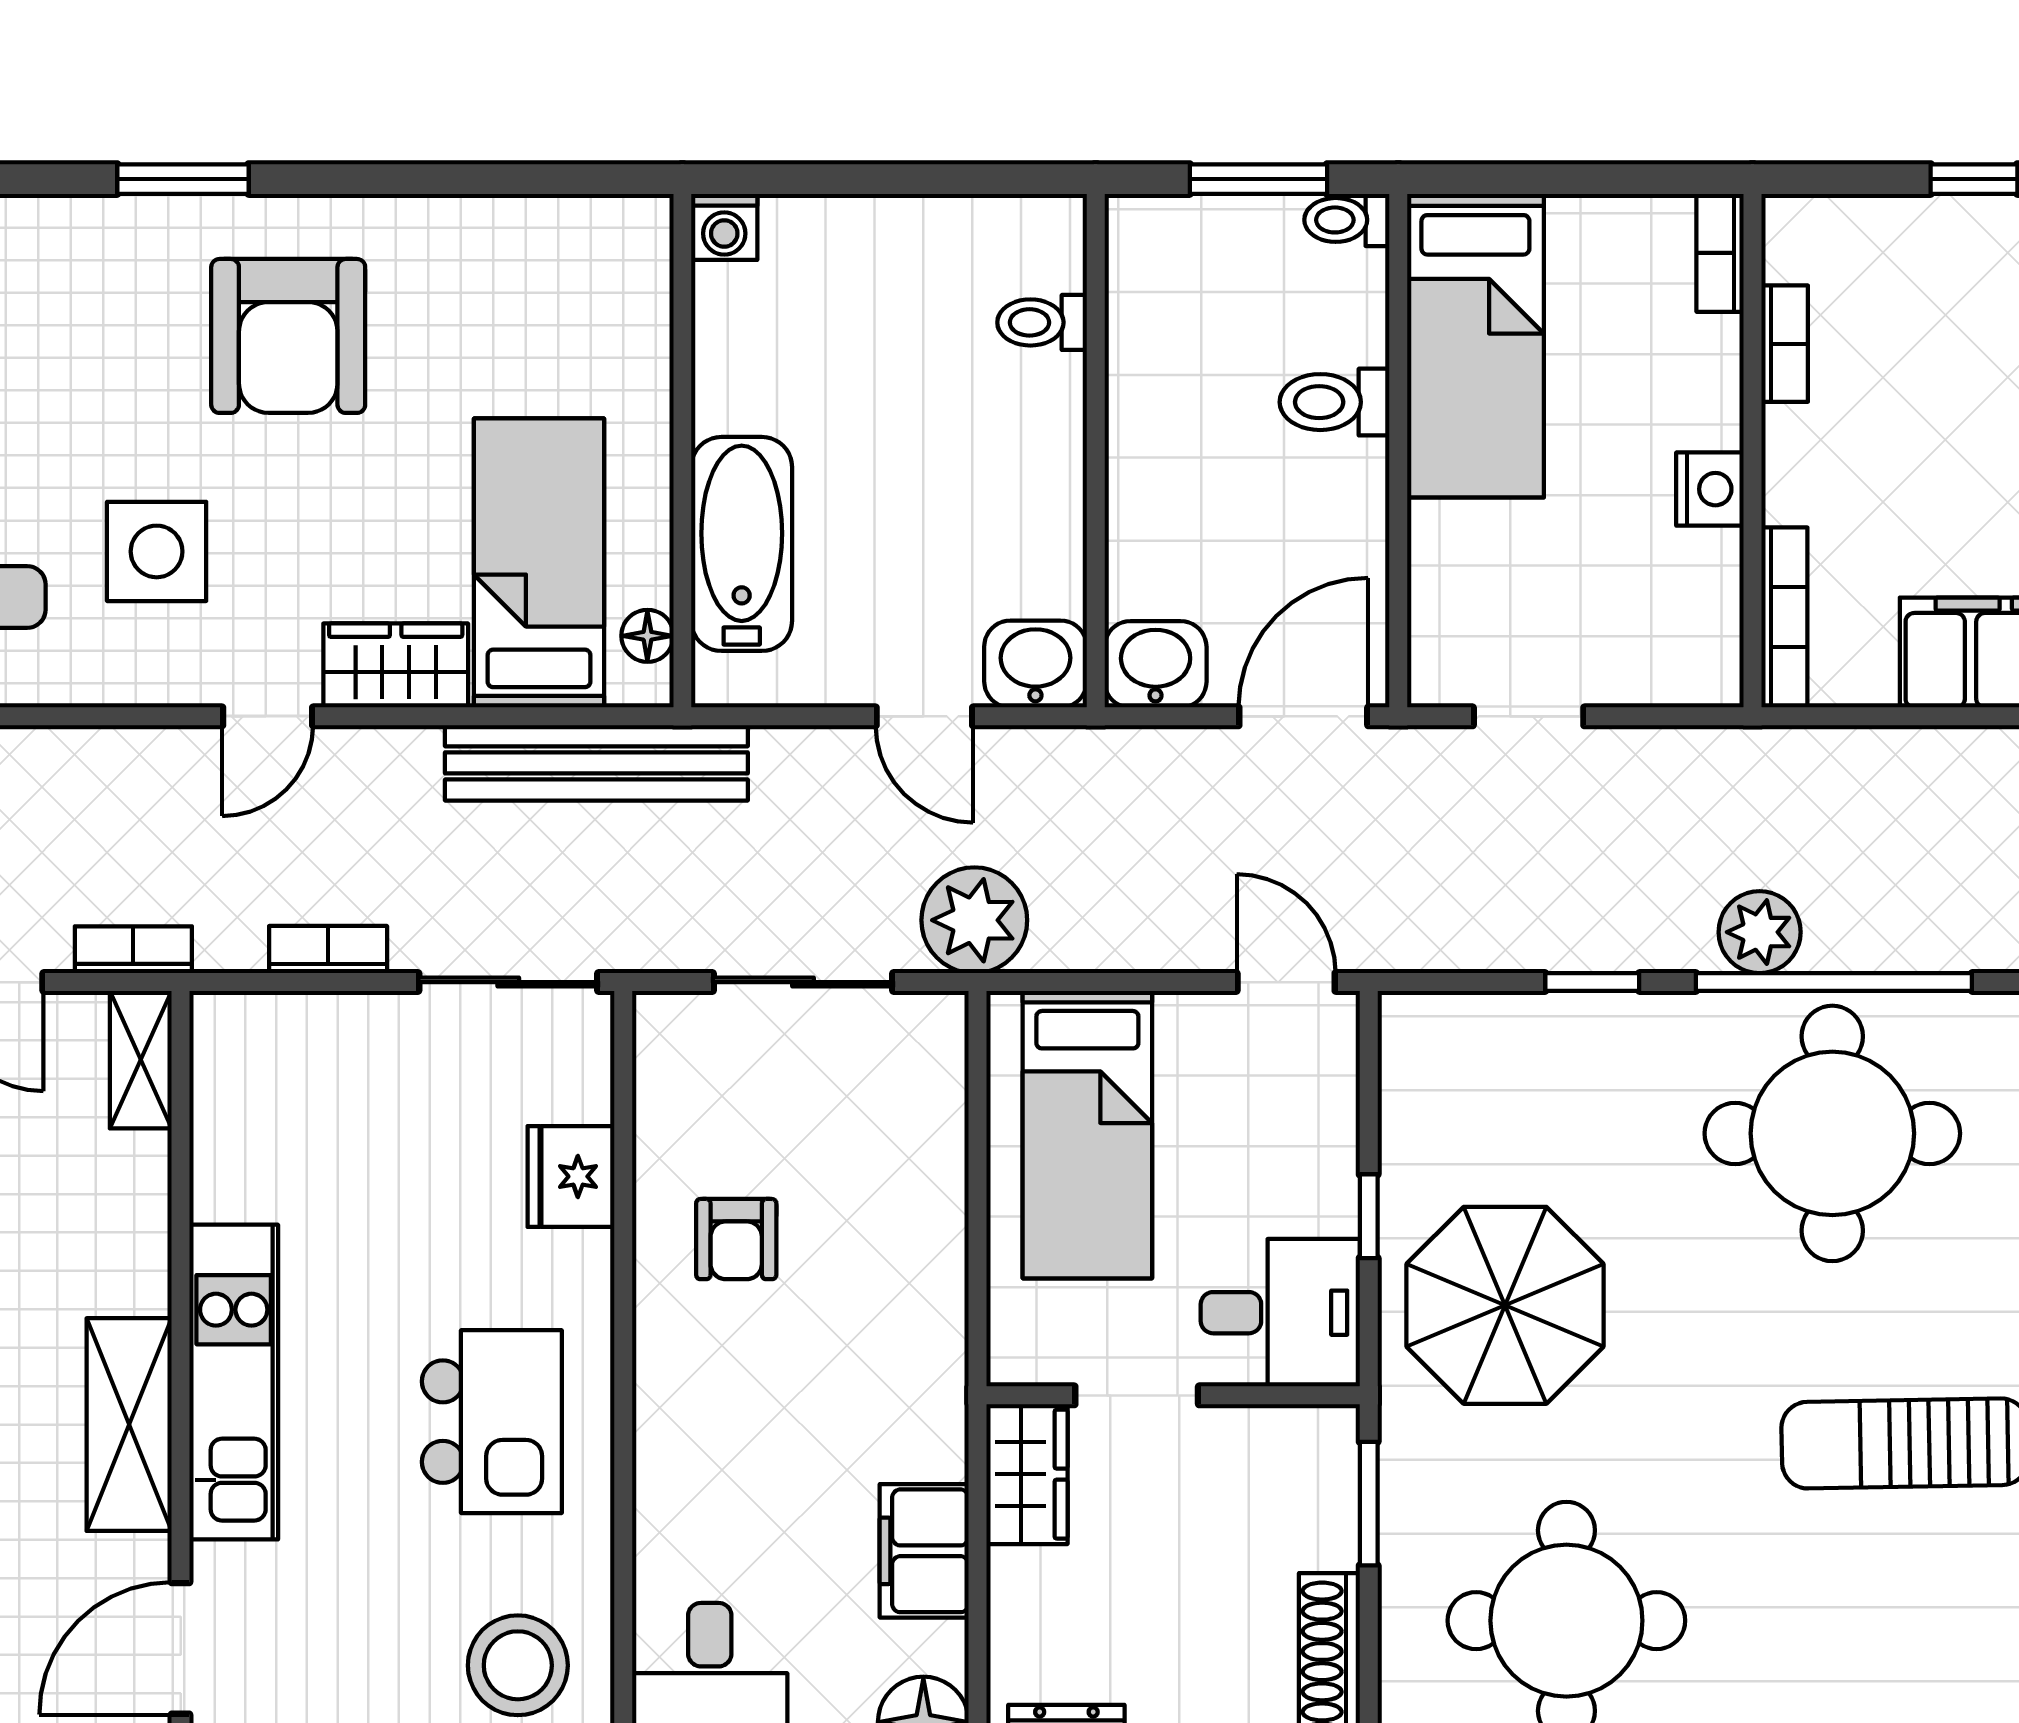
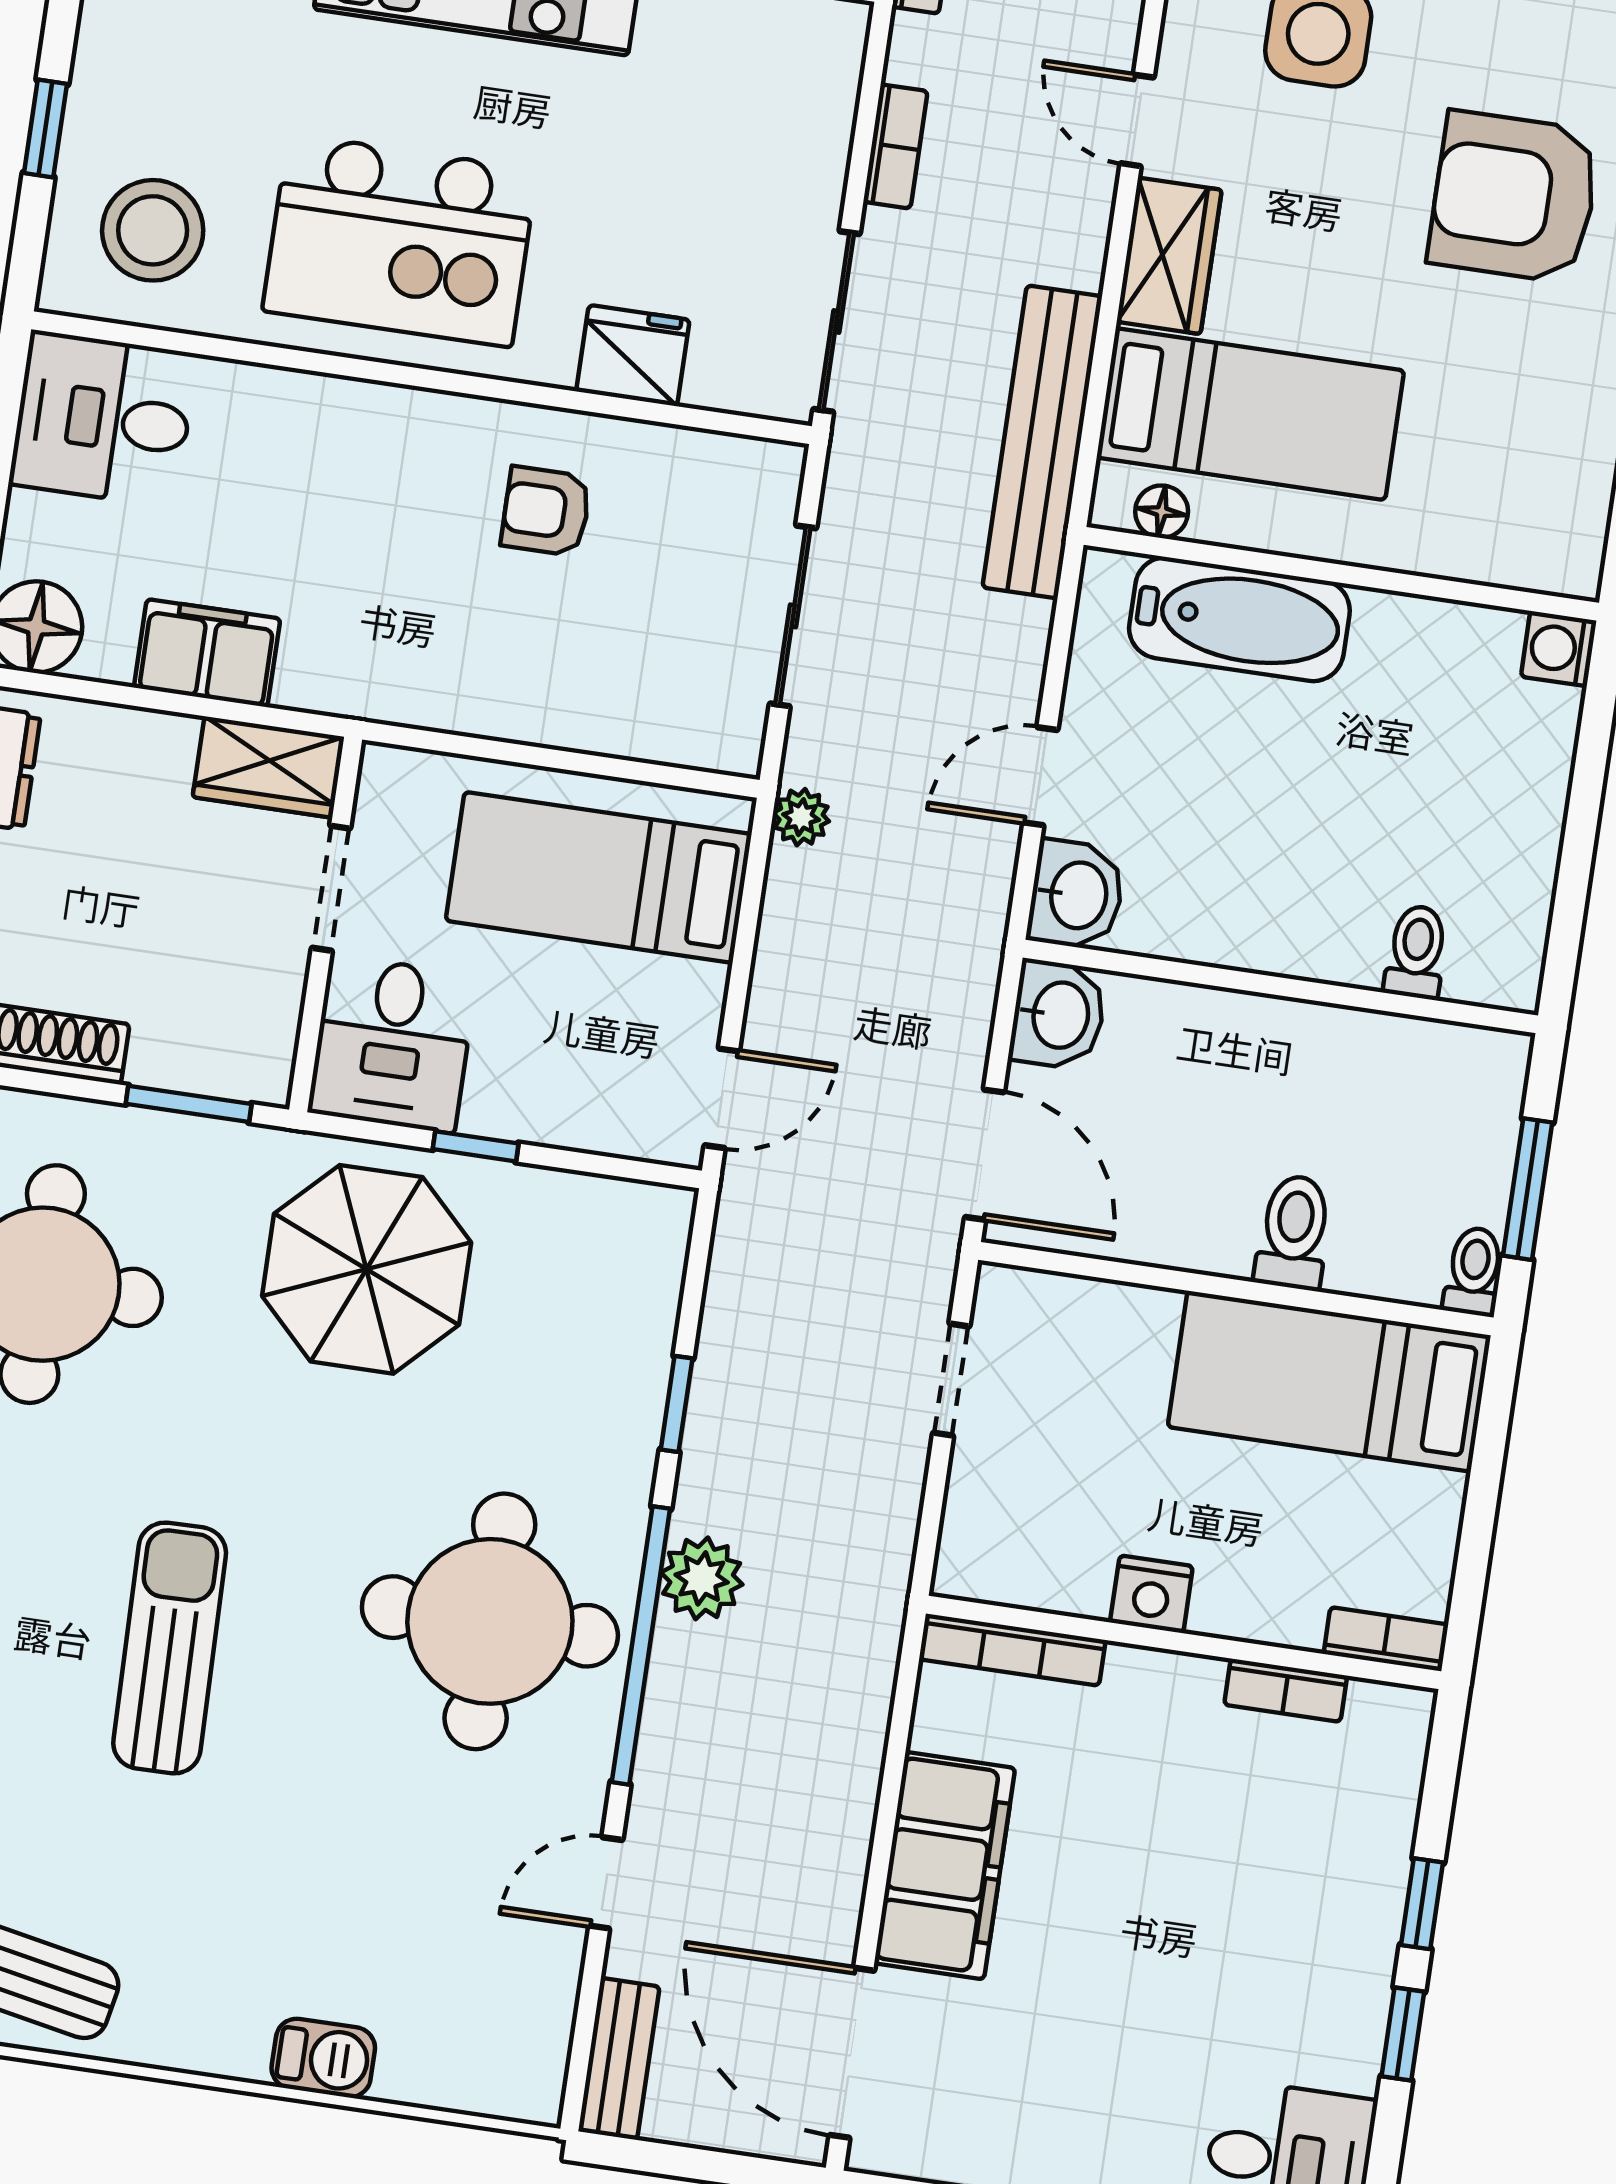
plant: (974, 920) -> (801, 817), width x0.53, depth x0.53
kitchen island: (492, 1422) -> (400, 240), width x1.37, depth x1.28

